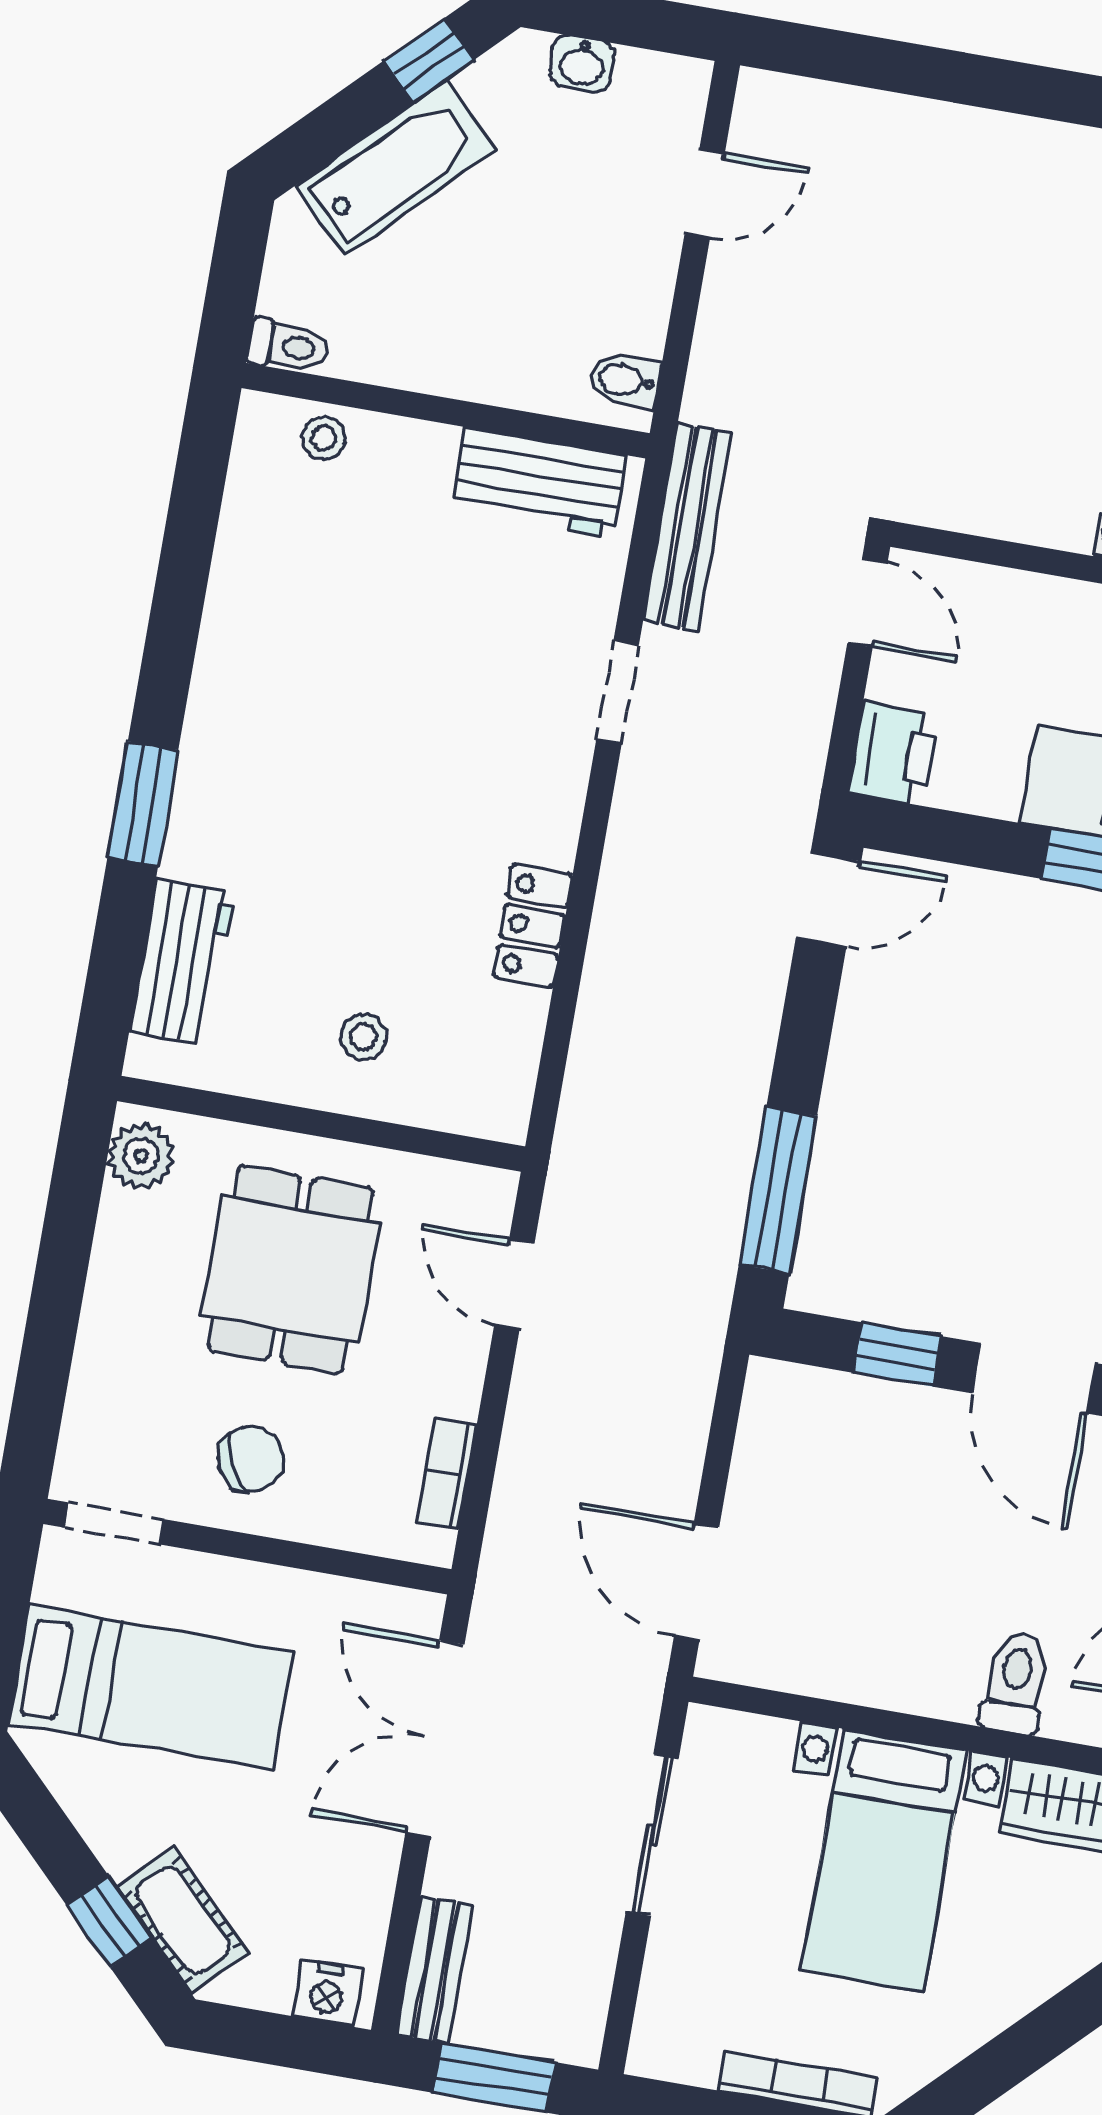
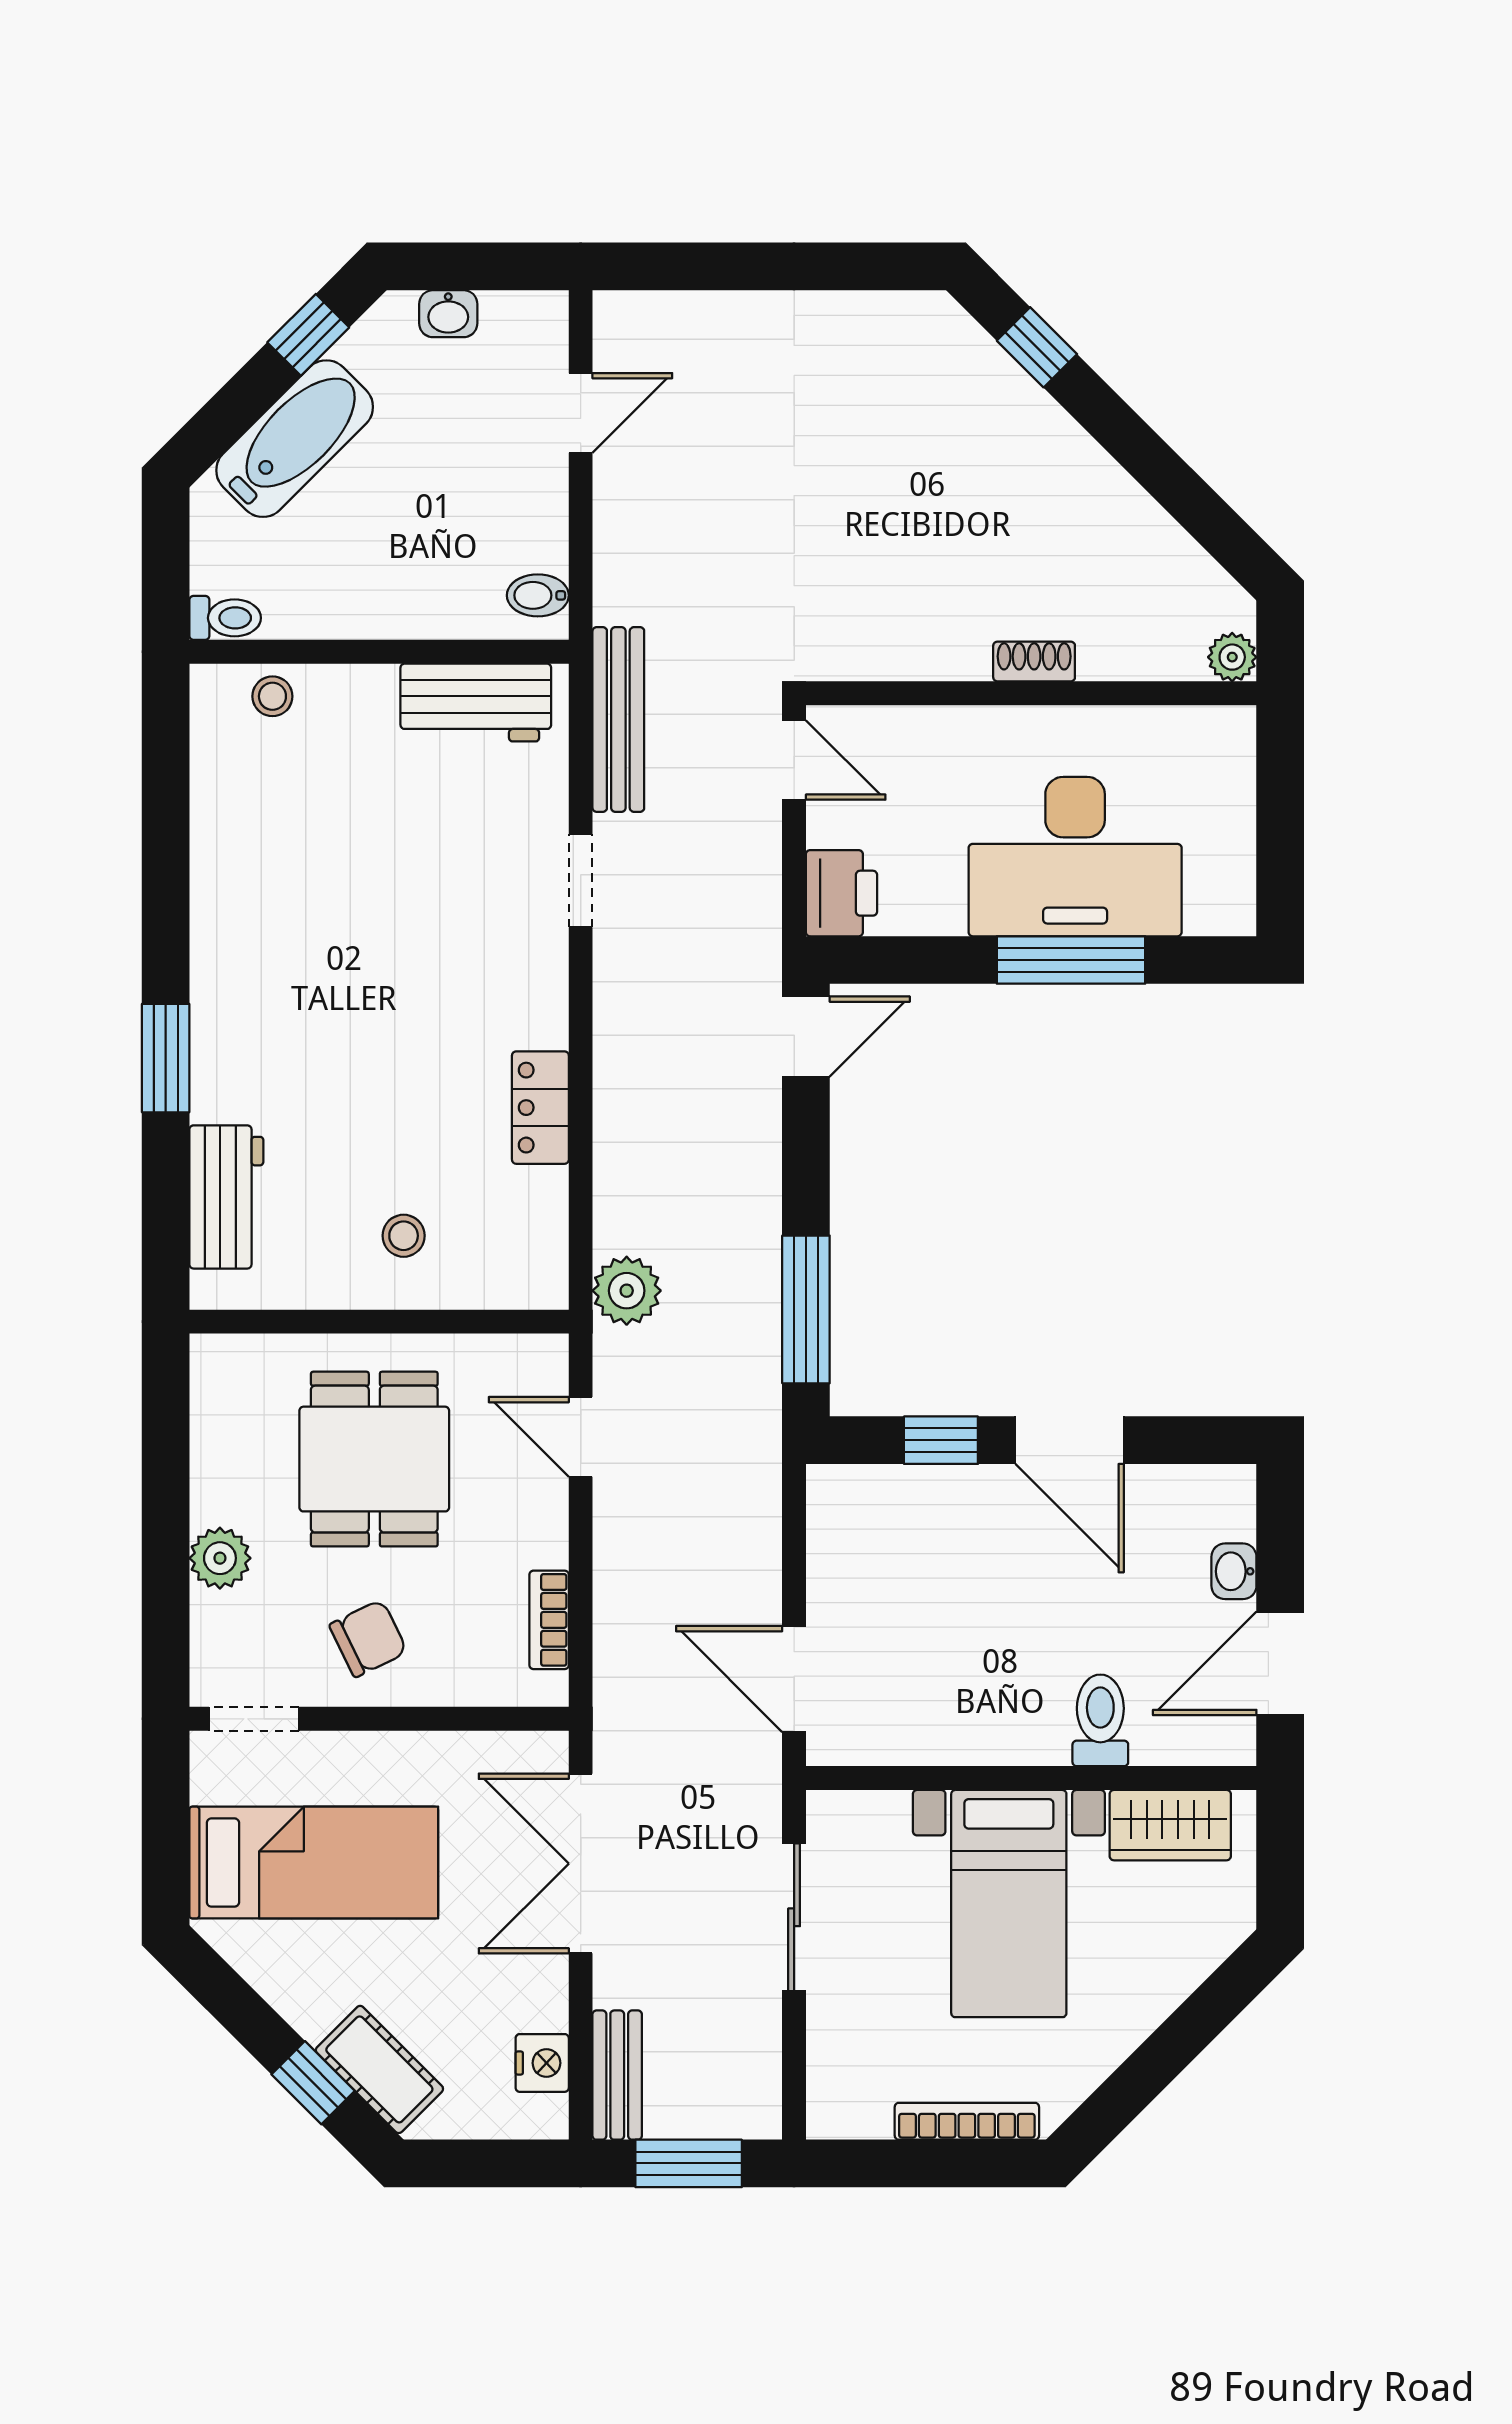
plant: (590, 1137) -> (627, 1291), added
plant: (141, 1156) -> (220, 1558), moved
nightstand: (327, 1993) -> (542, 2063), moved, turned -90

